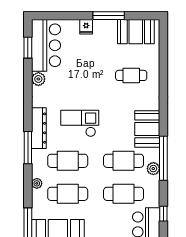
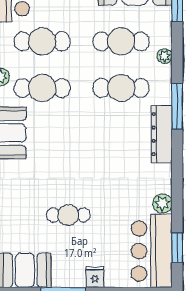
cafe table: (131, 75) -> (68, 215), moved
checkout: (80, 123) -> (104, 141), removed

